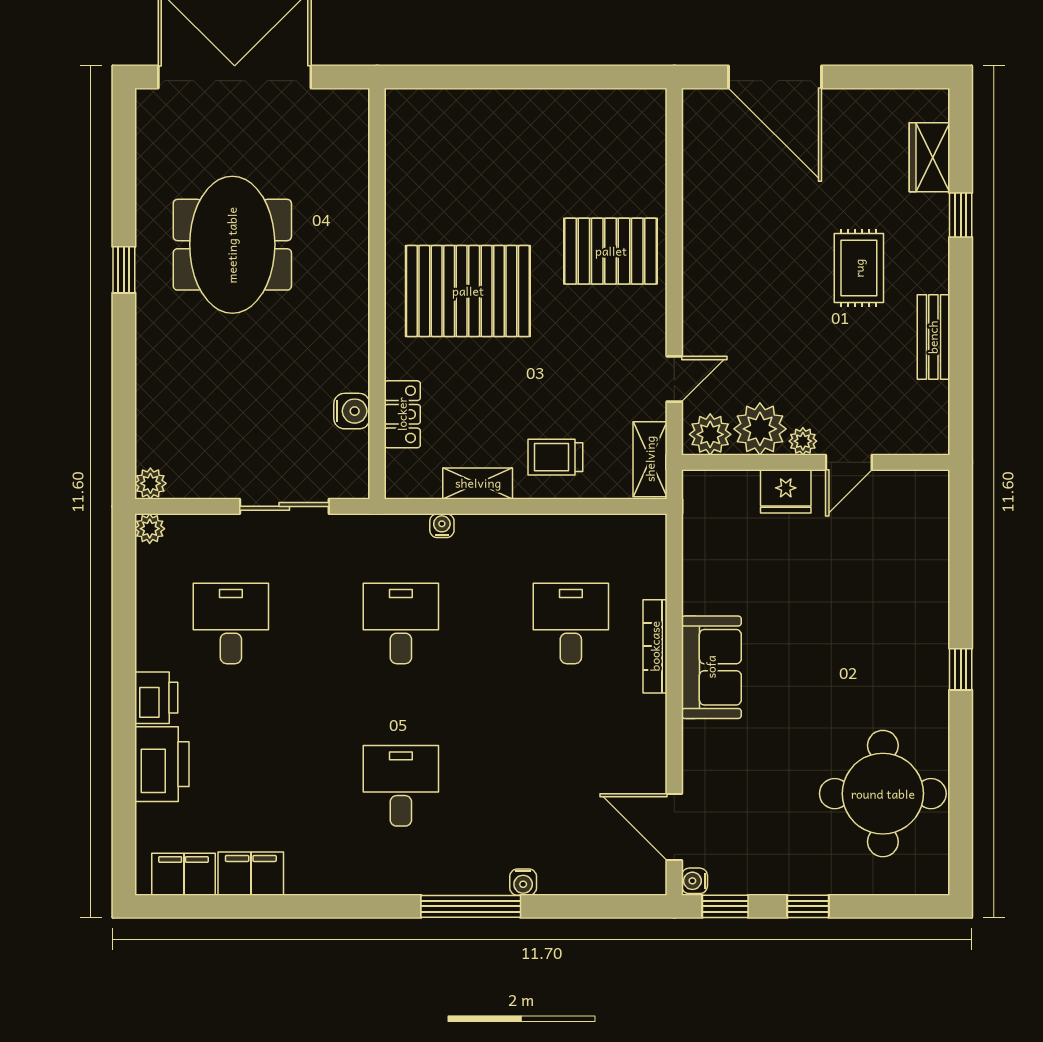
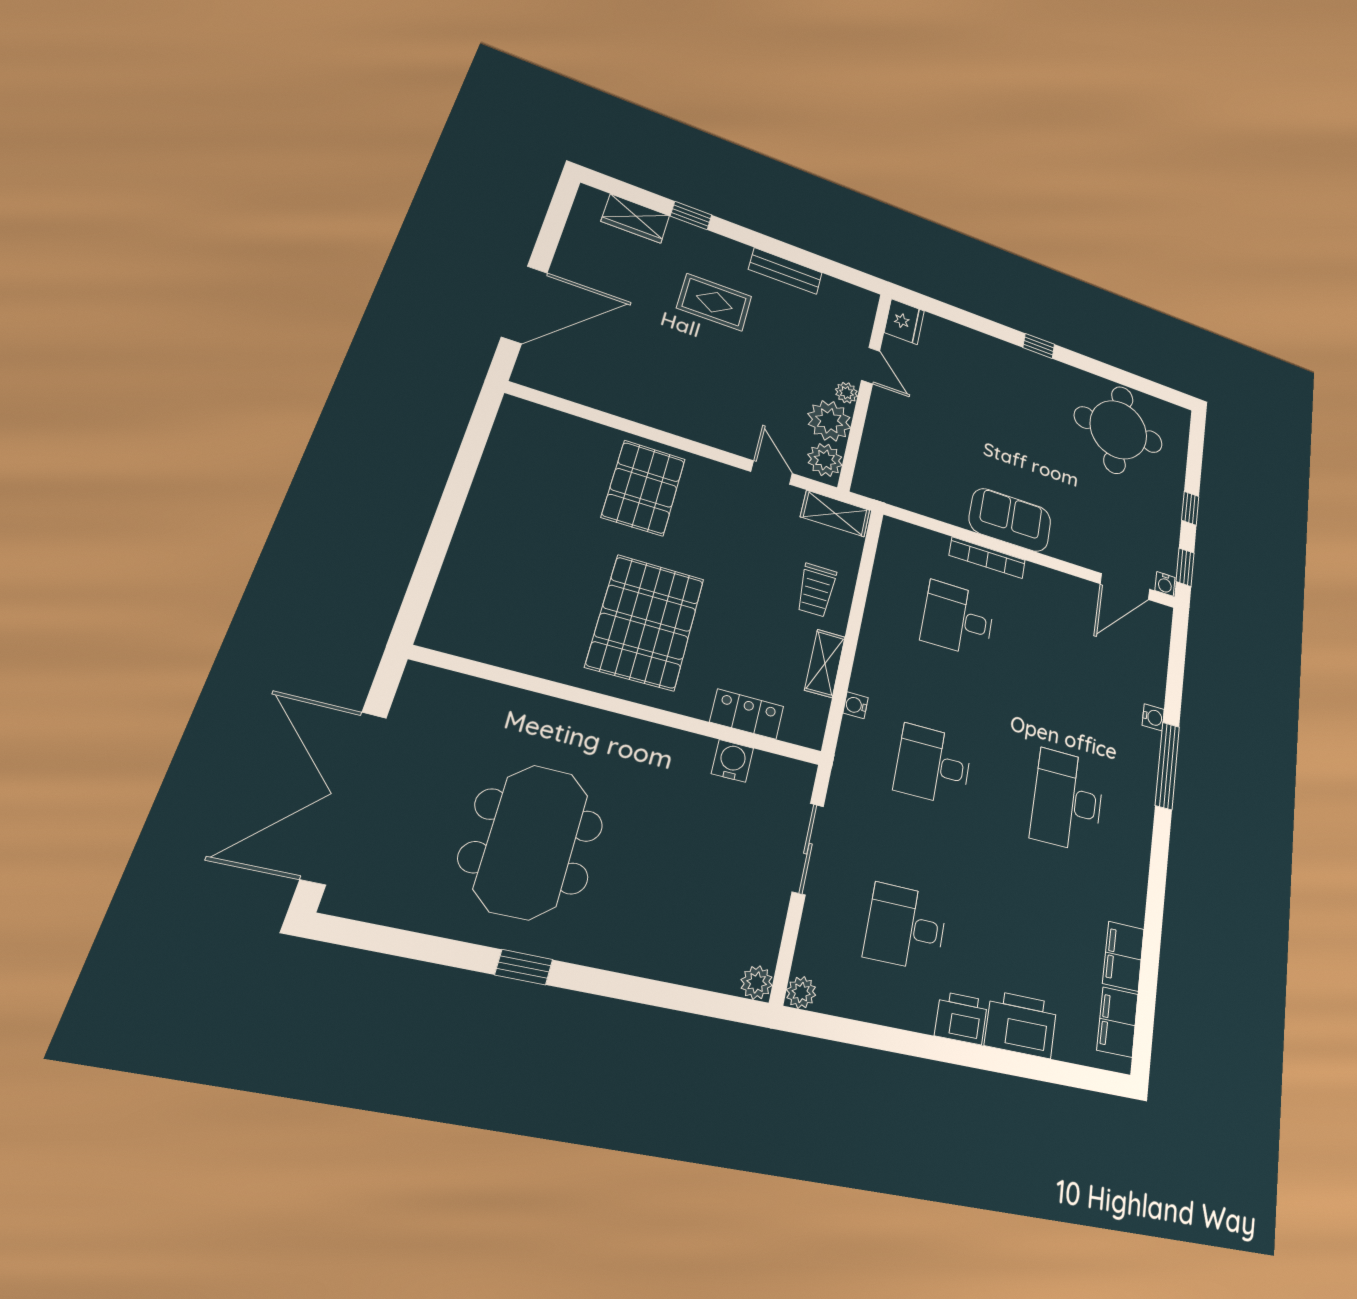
meeting table: (232, 245) -> (532, 841), turned 90
fridge: (786, 491) -> (904, 322), moved
desk: (401, 786) -> (1068, 800), width x1.37

